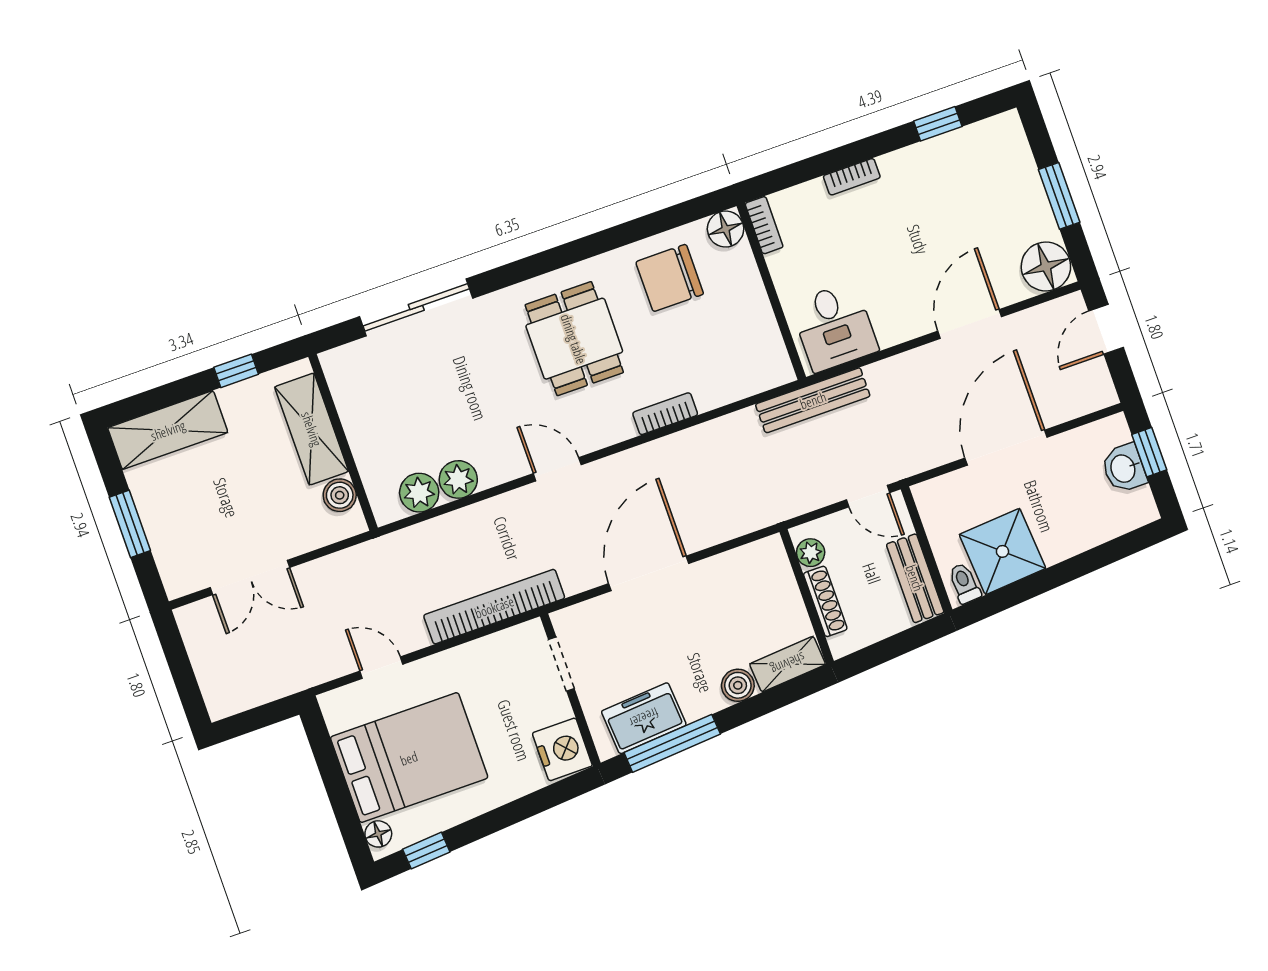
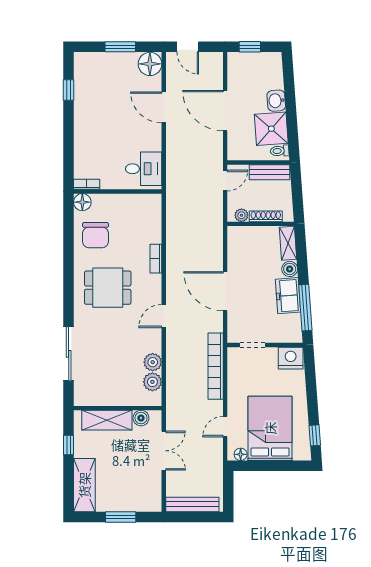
bookcase: (852, 177) -> (79, 137), removed
bench: (813, 400) -> (192, 504), moved, turned 90
washbasin: (1124, 468) -> (276, 101), moved, turned 86
double door: (250, 577) -> (164, 451), moved
freezer: (644, 718) -> (288, 296), moved
floor lamp: (378, 834) -> (241, 454), moved

